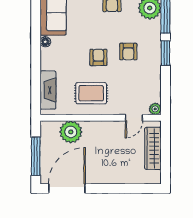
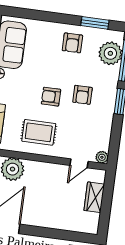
armchair: (98, 57) -> (51, 97), turned -90
wardrobe: (153, 148) -> (94, 197), width x0.67

